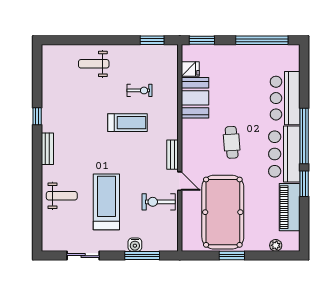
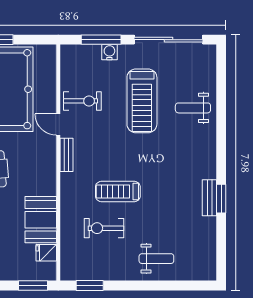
exercise bike: (140, 90) -> (104, 228), width x1.38, depth x1.39
window: (37, 116) -> (221, 199), width x1.50
bench: (47, 149) -> (209, 198), moved
sliding door: (83, 256) -> (169, 40), width x1.86

